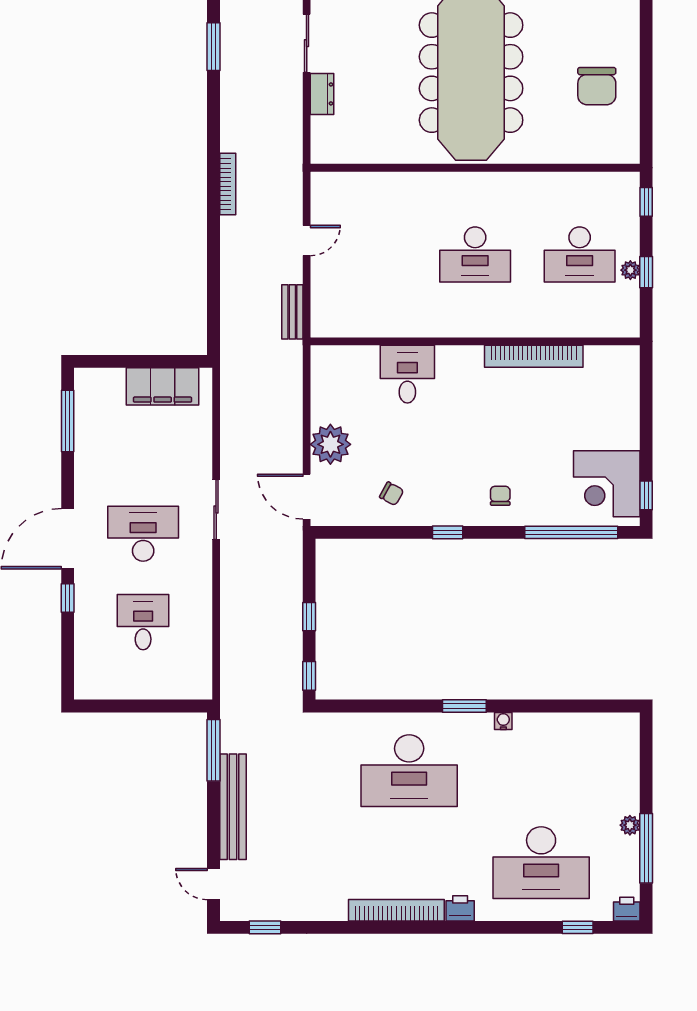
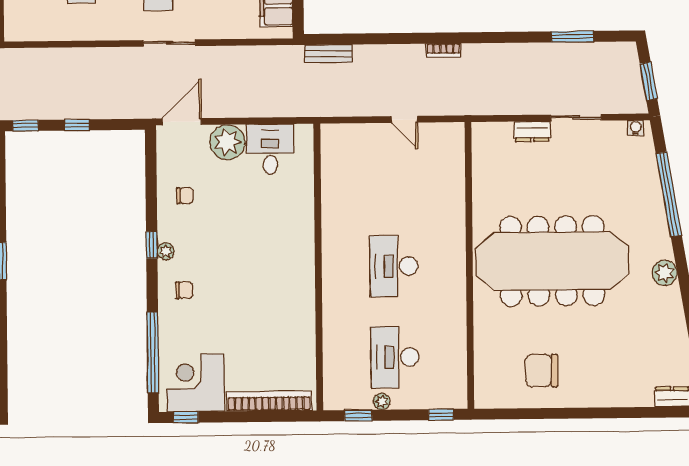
bookcase: (228, 184) -> (443, 50), width x0.64
window: (646, 272) -> (358, 415), moved
bench: (292, 312) -> (328, 54), moved
bookcase: (534, 356) -> (269, 401), moved, turned 90
desk: (407, 374) -> (270, 149), moved, turned -90
chair: (392, 494) -> (185, 196), turned -119
plant: (455, 516) -> (166, 251), added

